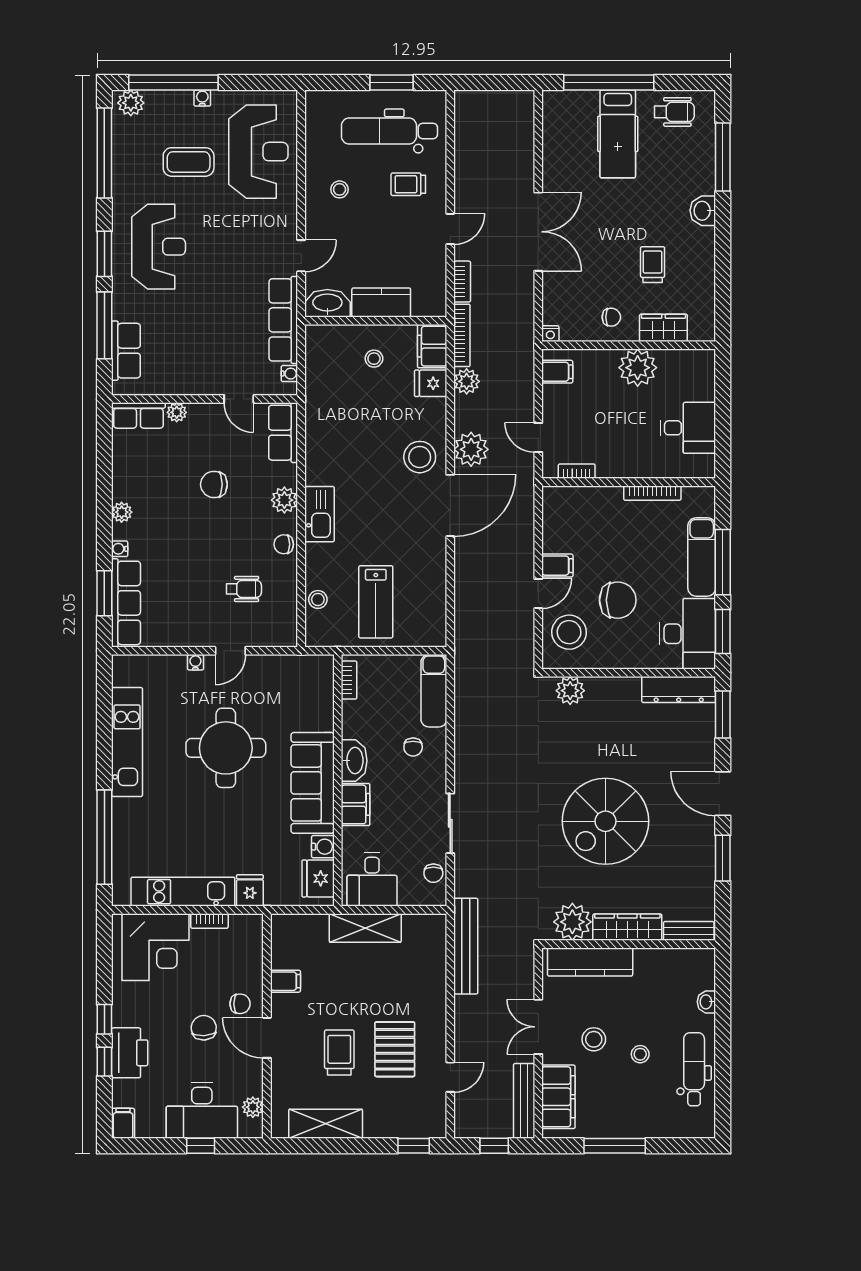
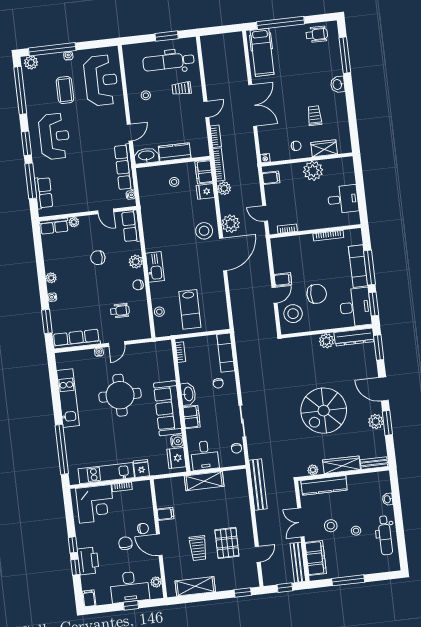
hospital bed: (618, 134) -> (262, 52), moved
coffee table: (189, 162) -> (65, 90), turned 90
row of seats: (126, 603) -> (76, 339), moved, turned -90
plant: (570, 691) -> (326, 341), moved
plant: (701, 853) -> (376, 422), added
plant: (572, 922) -> (313, 470), width x0.53, depth x0.53
trolley: (339, 1052) -> (198, 548), turned 180
dental chair: (694, 1069) -> (385, 535), turned 180

